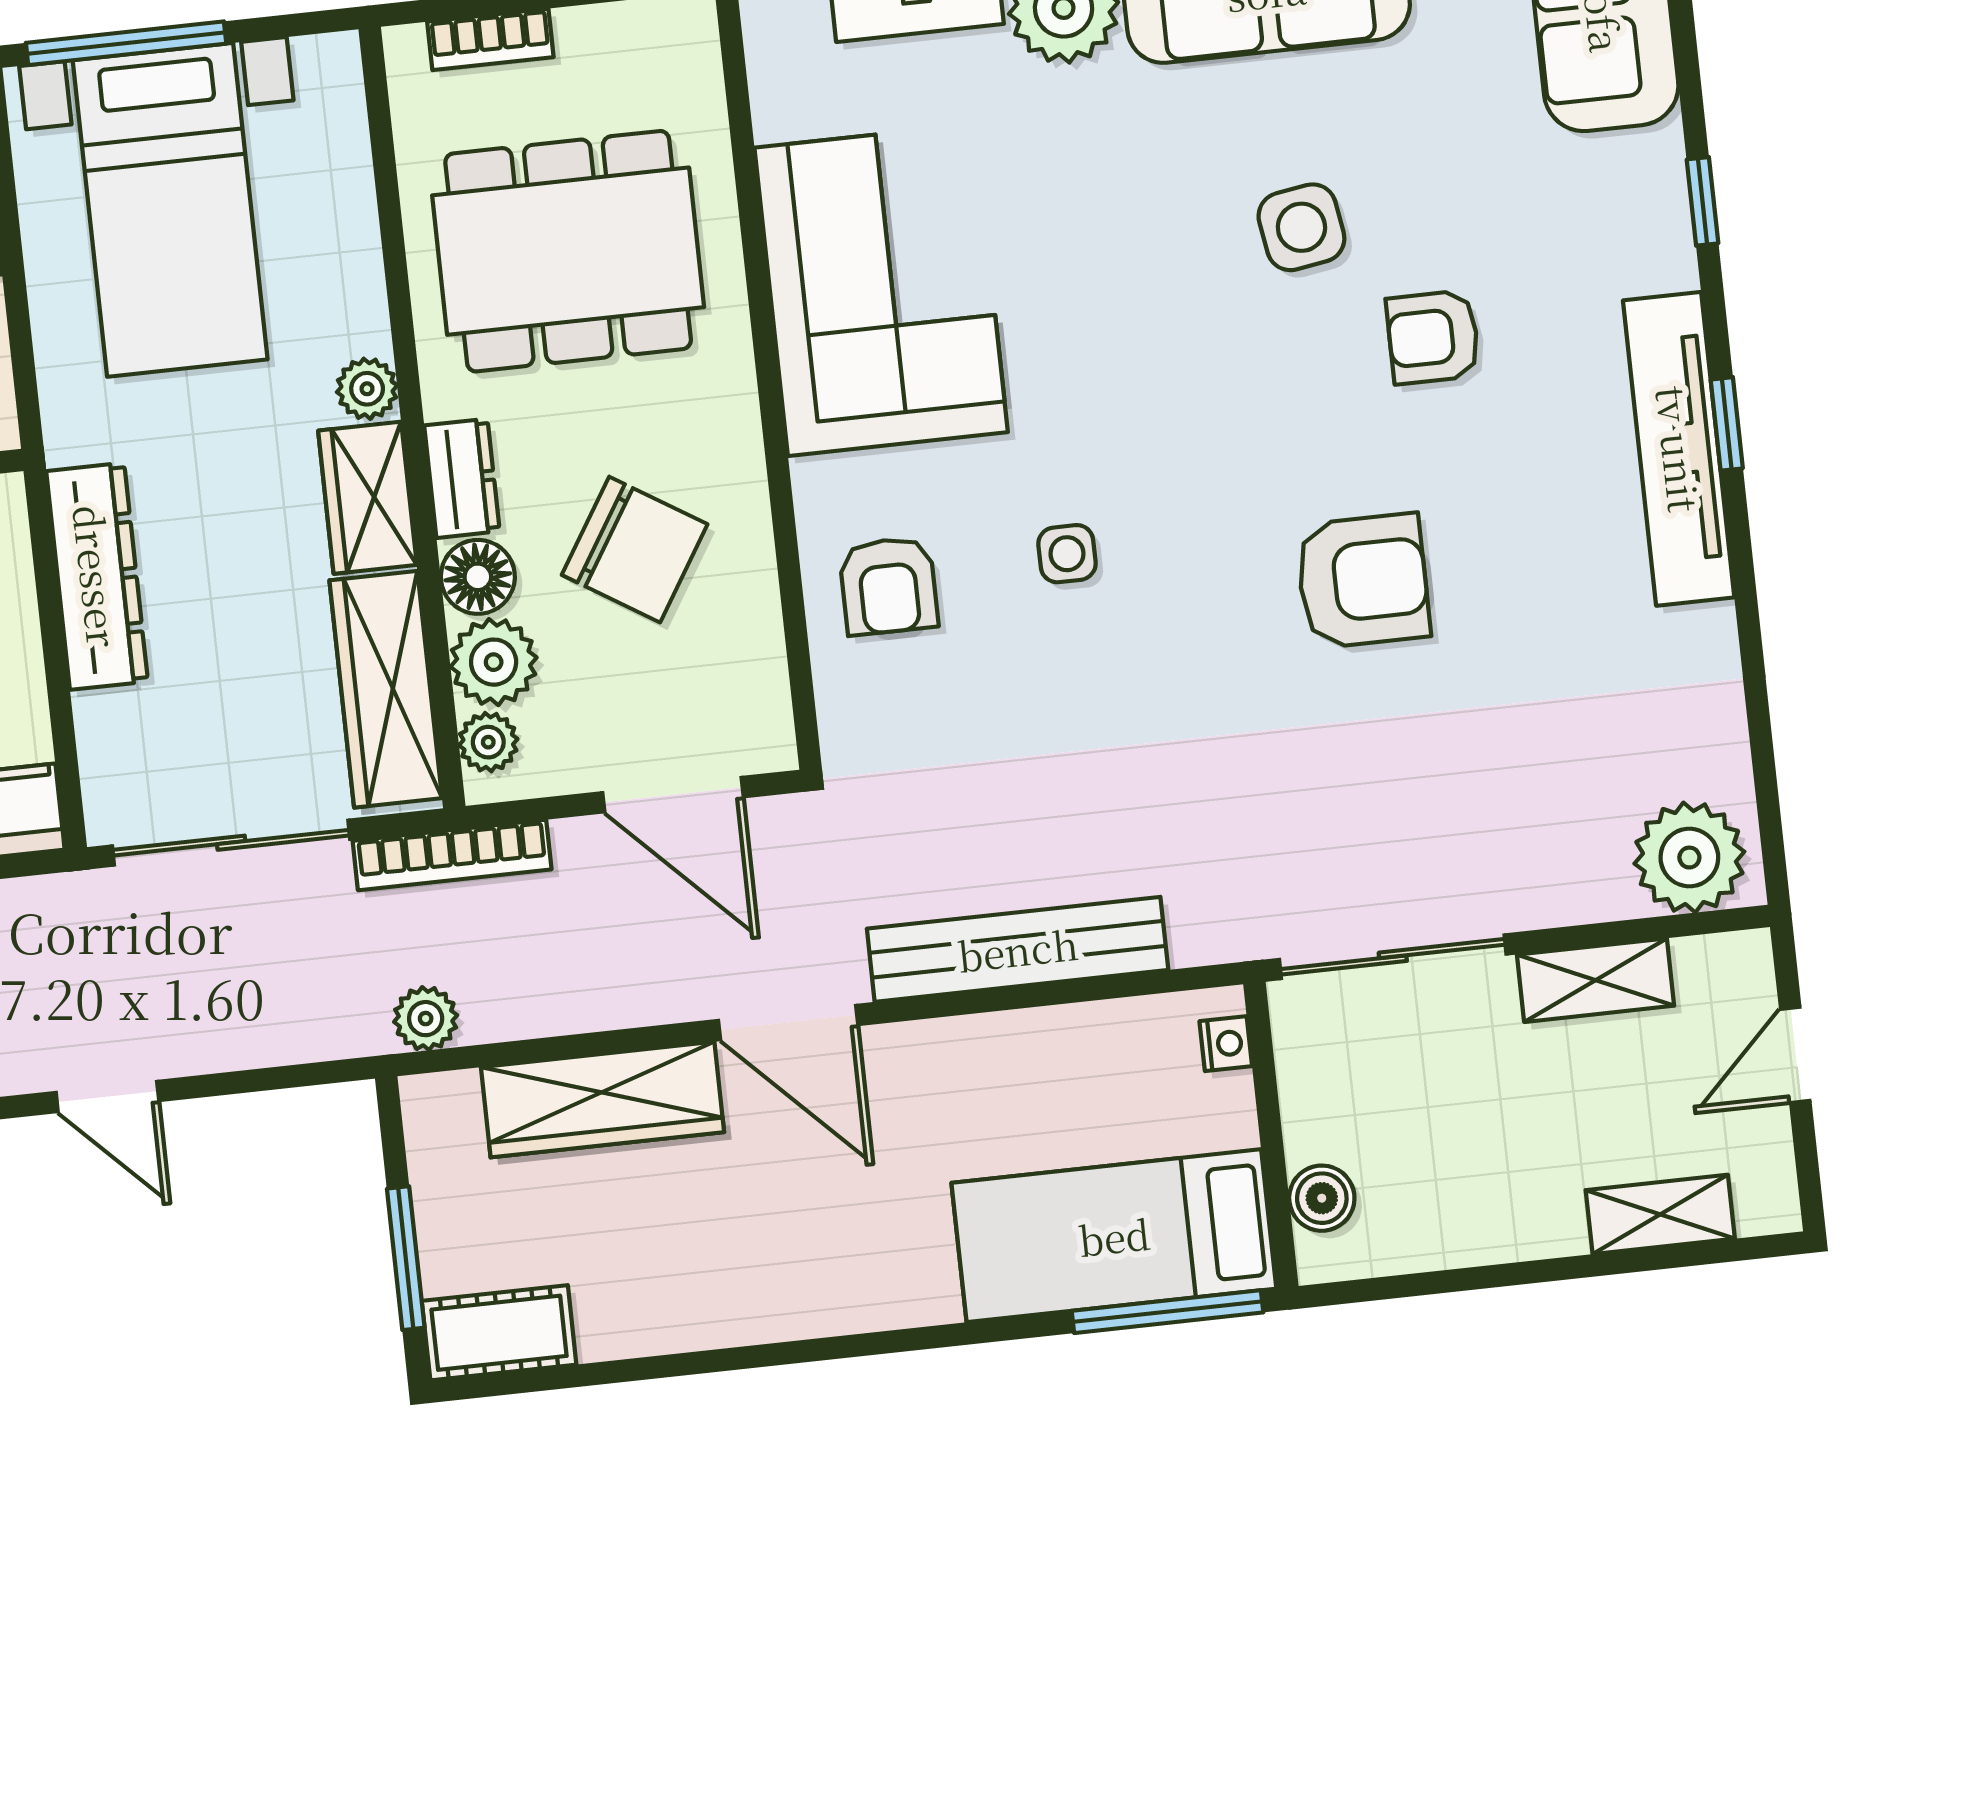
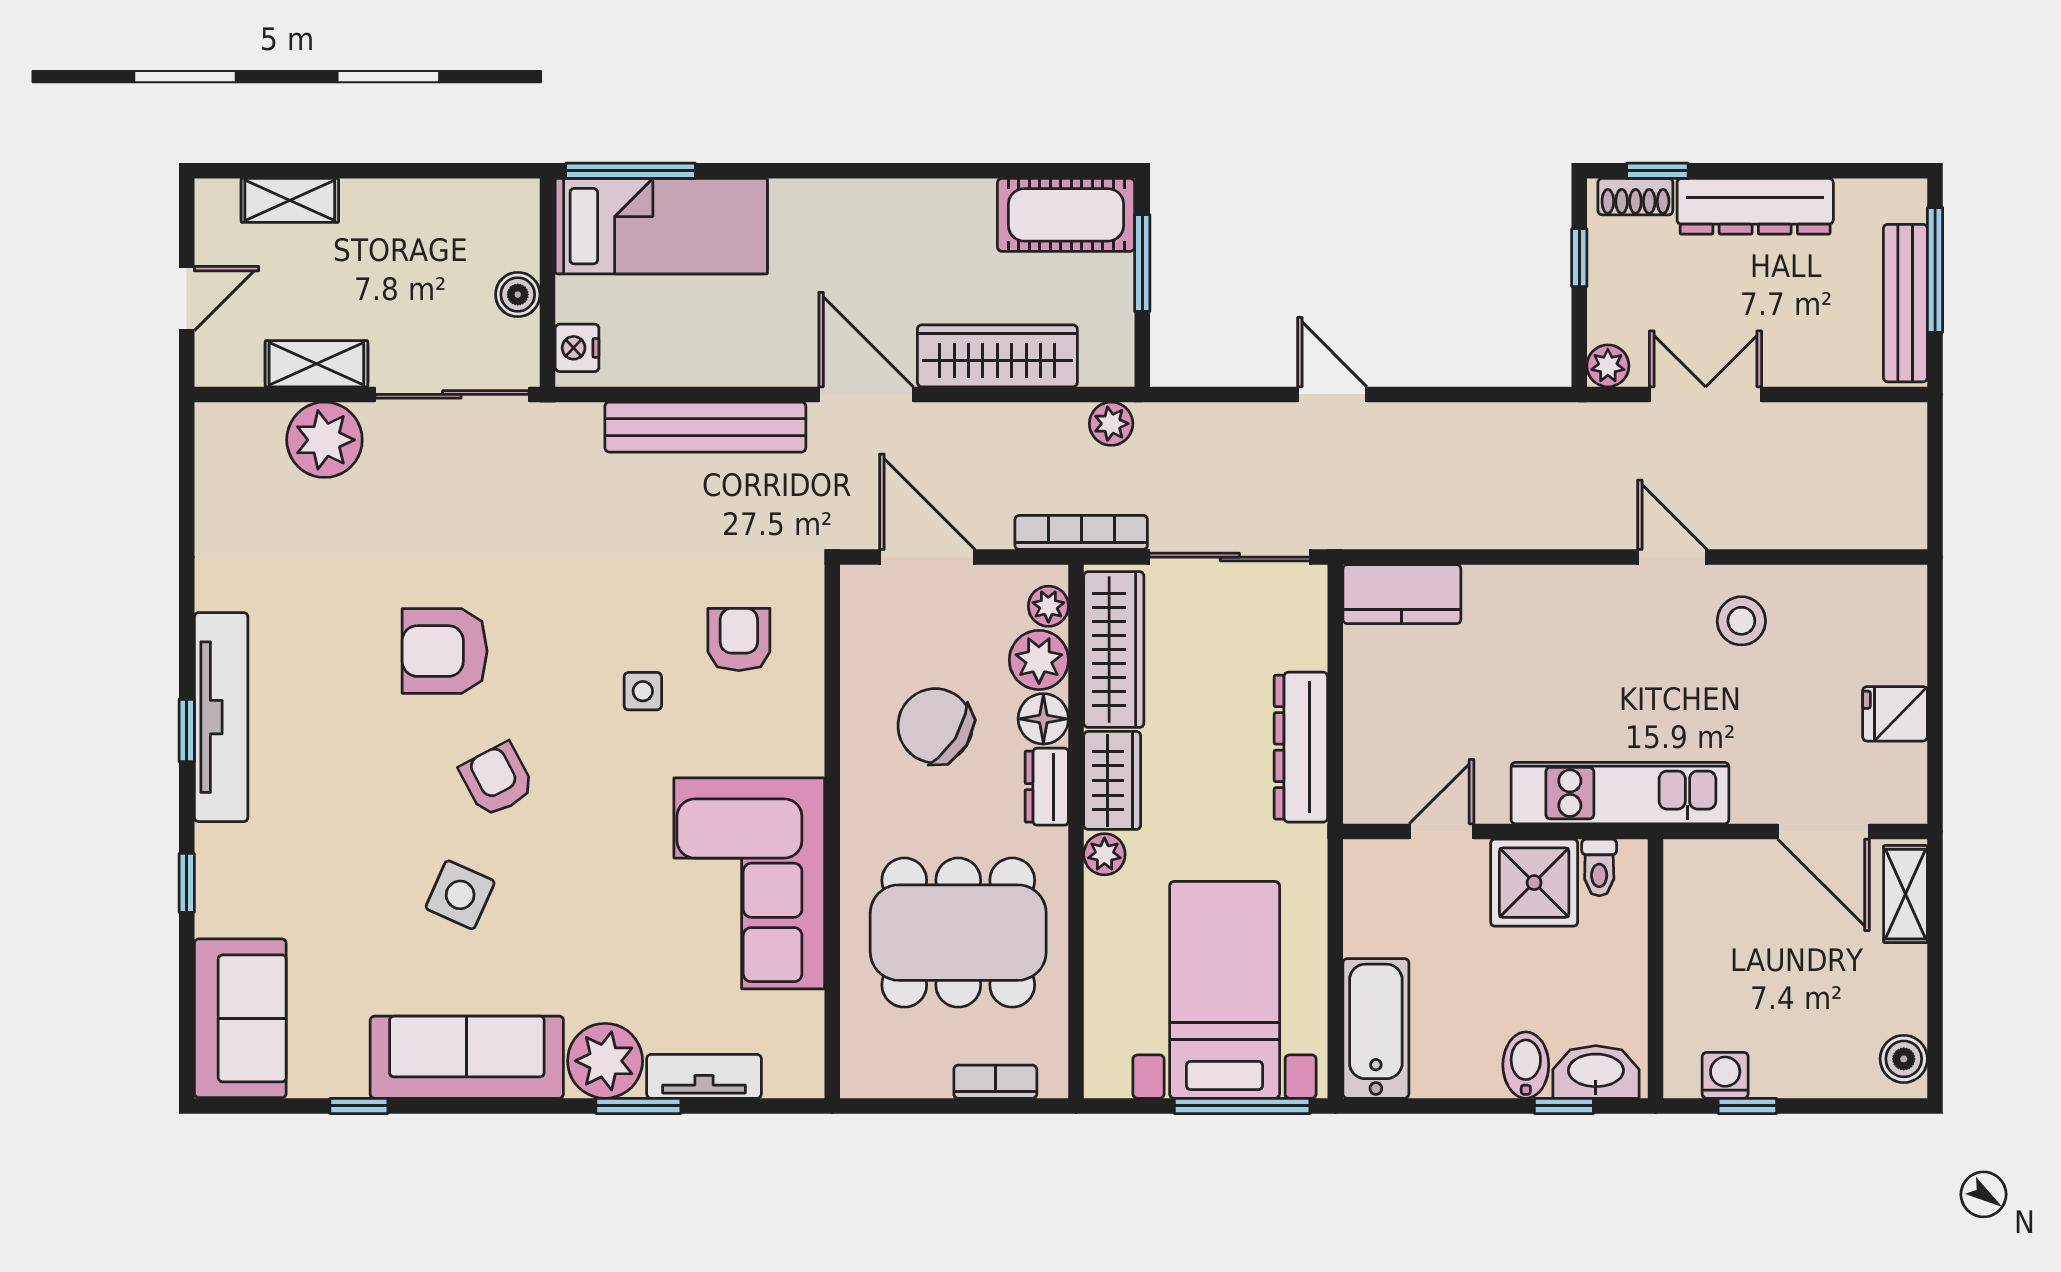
side table: (1301, 227) -> (460, 895), turned 33
armchair: (1433, 337) -> (497, 780), moved, turned -118
armchair: (889, 586) -> (739, 639), moved
plant: (1689, 858) -> (324, 440), moved
nightstand: (1226, 1044) -> (577, 348), width x1.39, depth x1.35
boiler: (1322, 1198) -> (518, 295), moved
cot: (499, 1333) -> (1066, 215), width x1.37, depth x1.34

